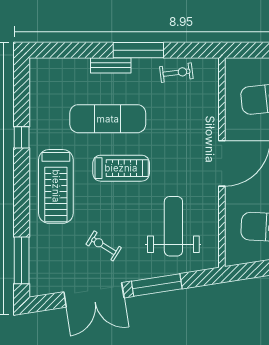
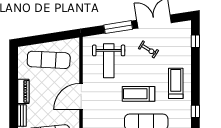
treadmill: (56, 186) -> (176, 83), width x0.73, depth x0.73
window: (22, 260) -> (195, 41), width x0.46

